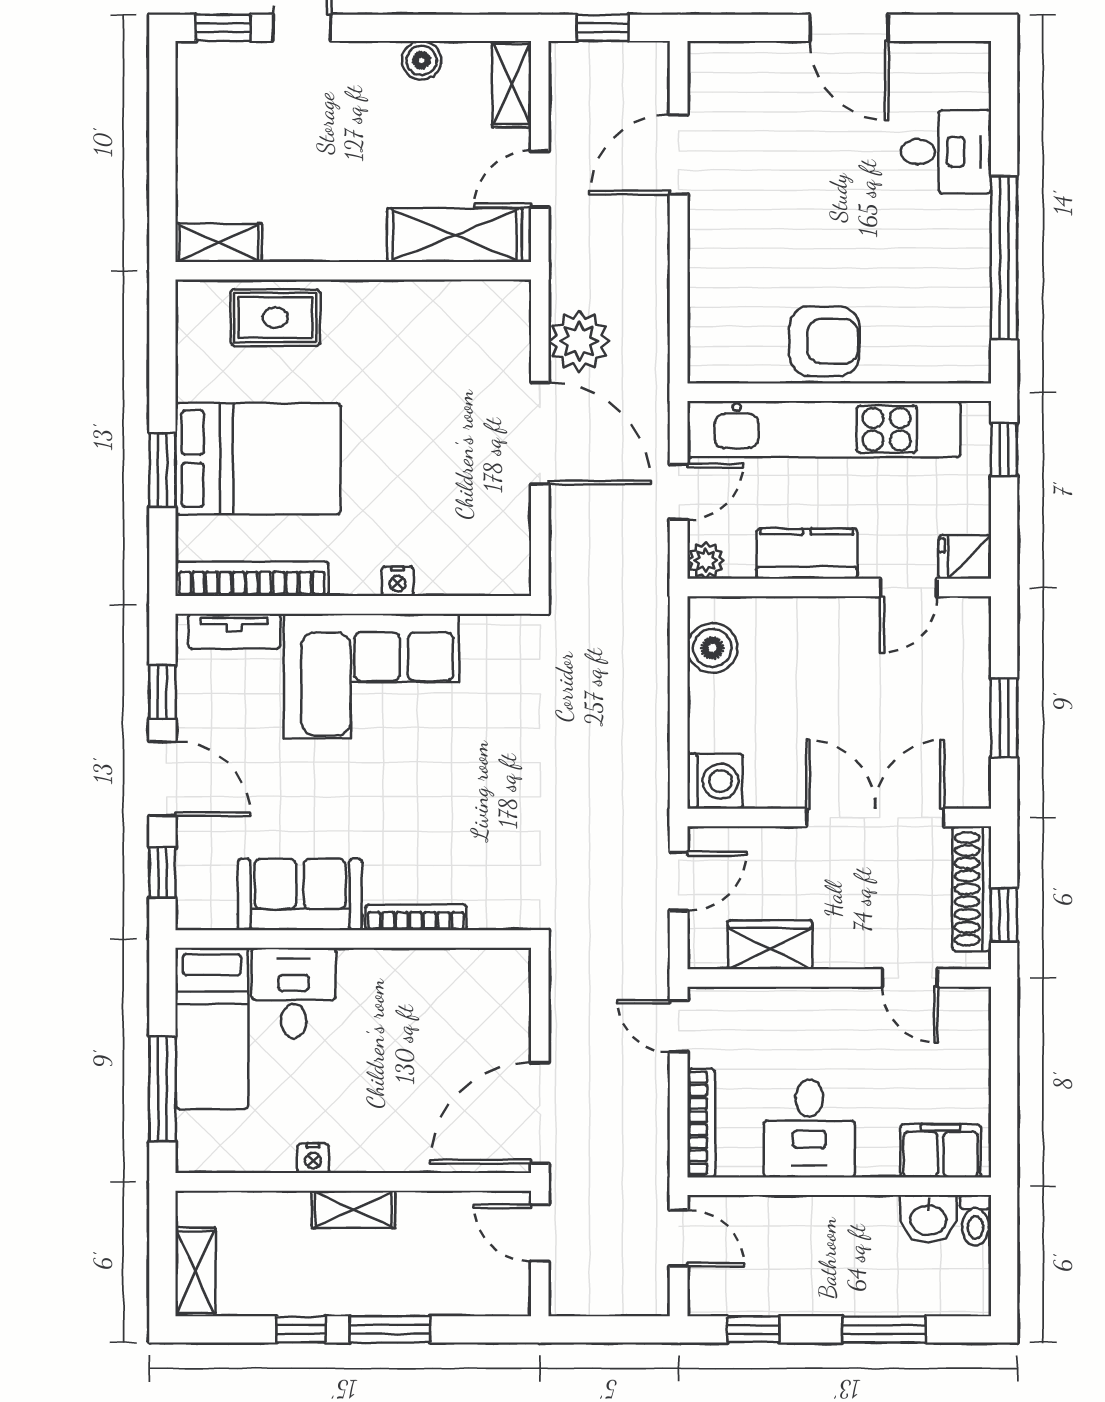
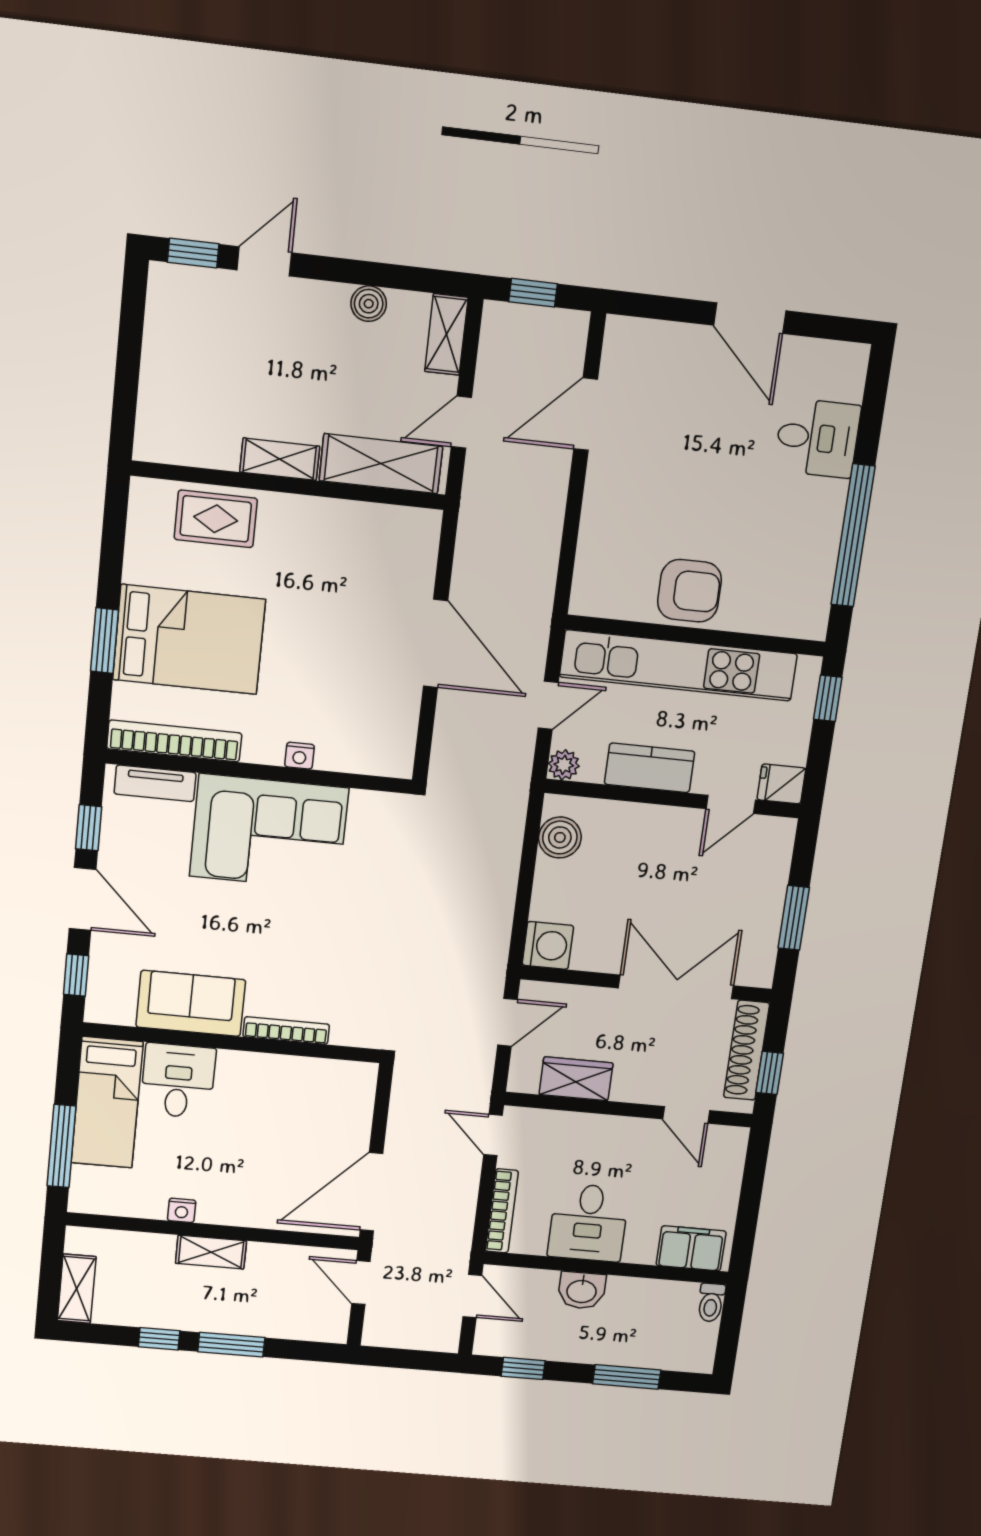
shelving: (219, 243) -> (280, 459), moved
plant: (579, 341) -> (479, 568), removed
washbasin: (928, 1219) -> (582, 1290), moved

